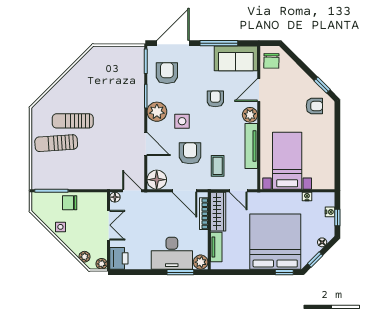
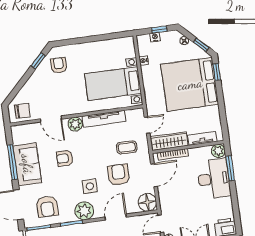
sofa: (236, 58) -> (27, 164), moved
armchair: (167, 73) -> (47, 207), turned -90
armchair: (190, 153) -> (119, 175), turned 90

